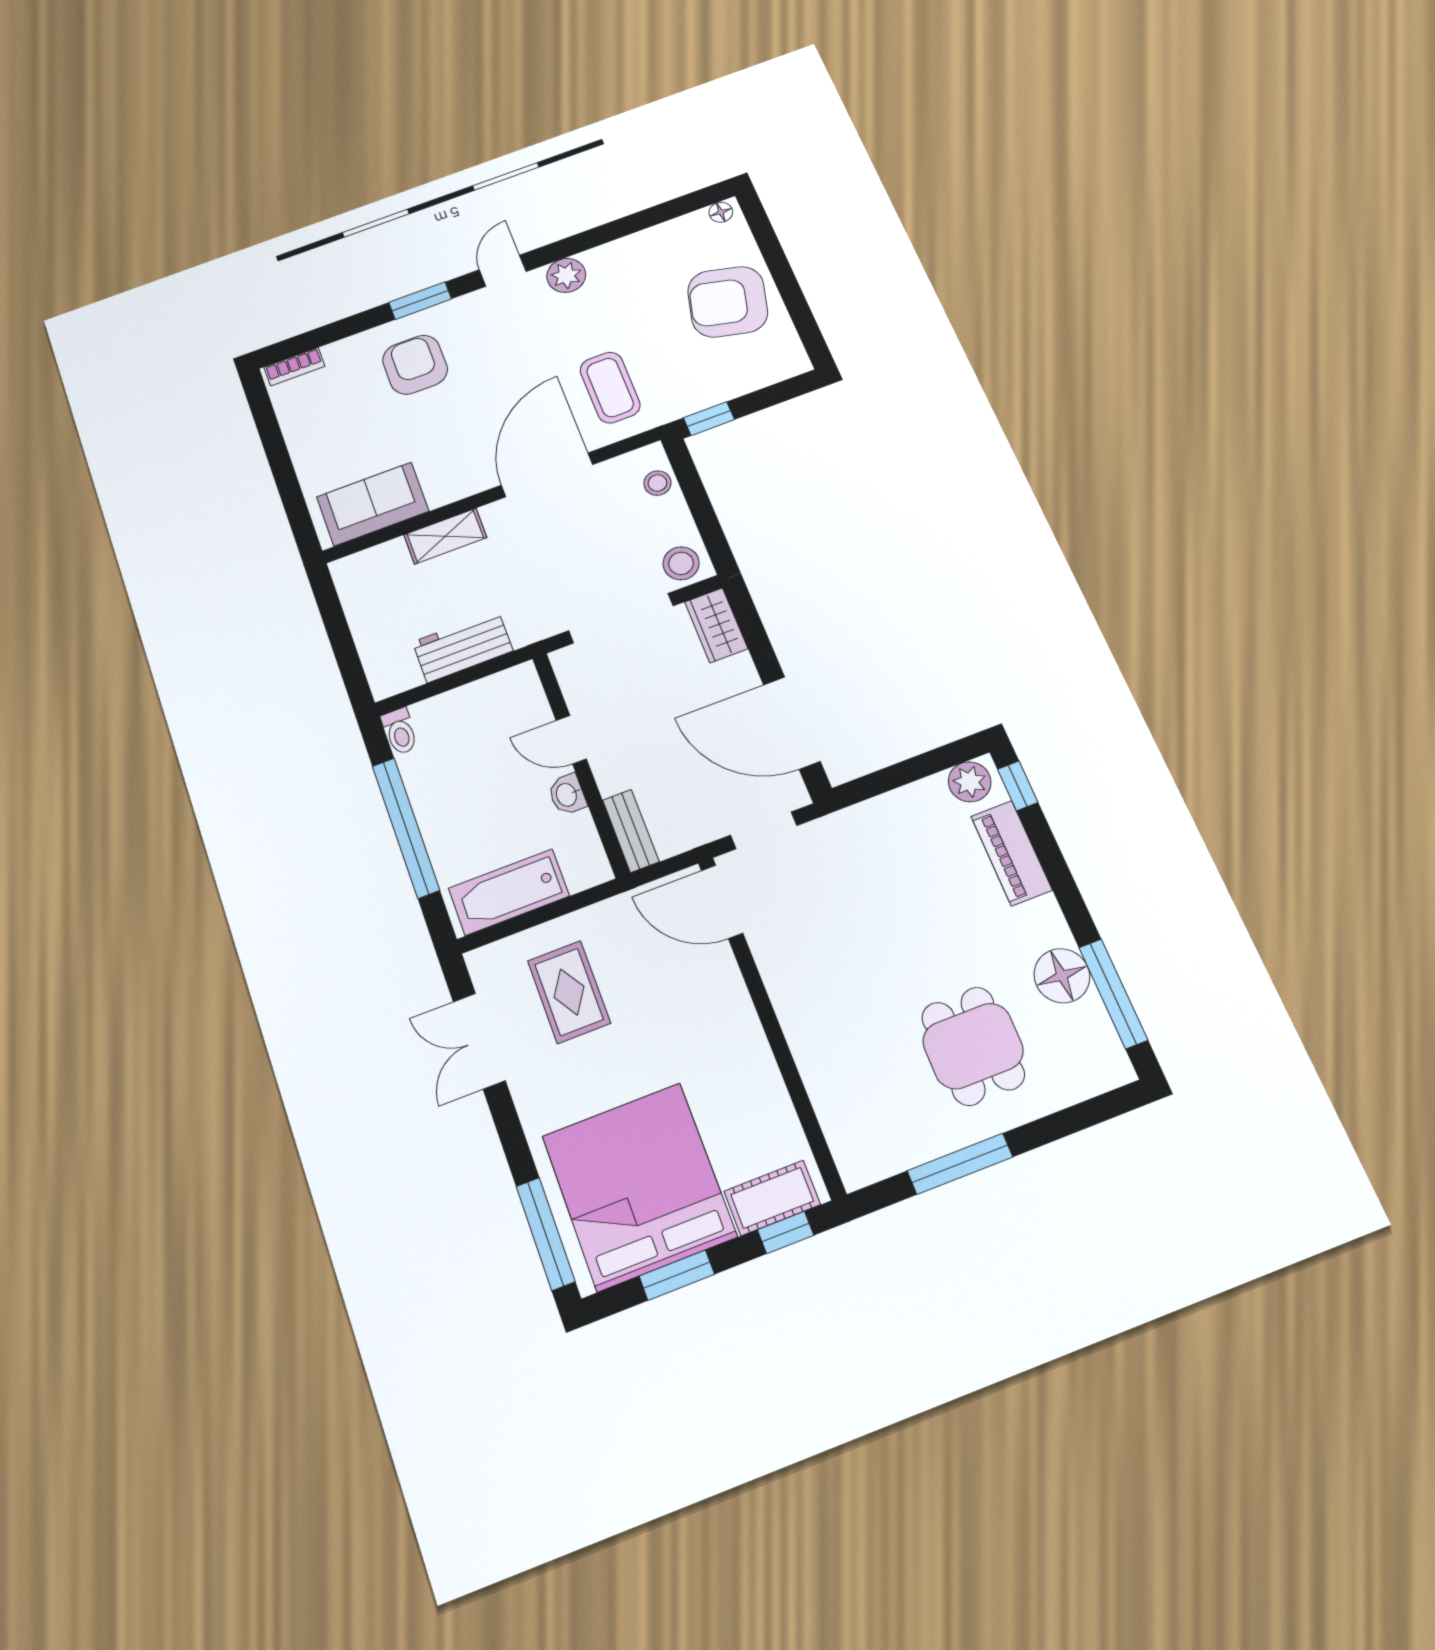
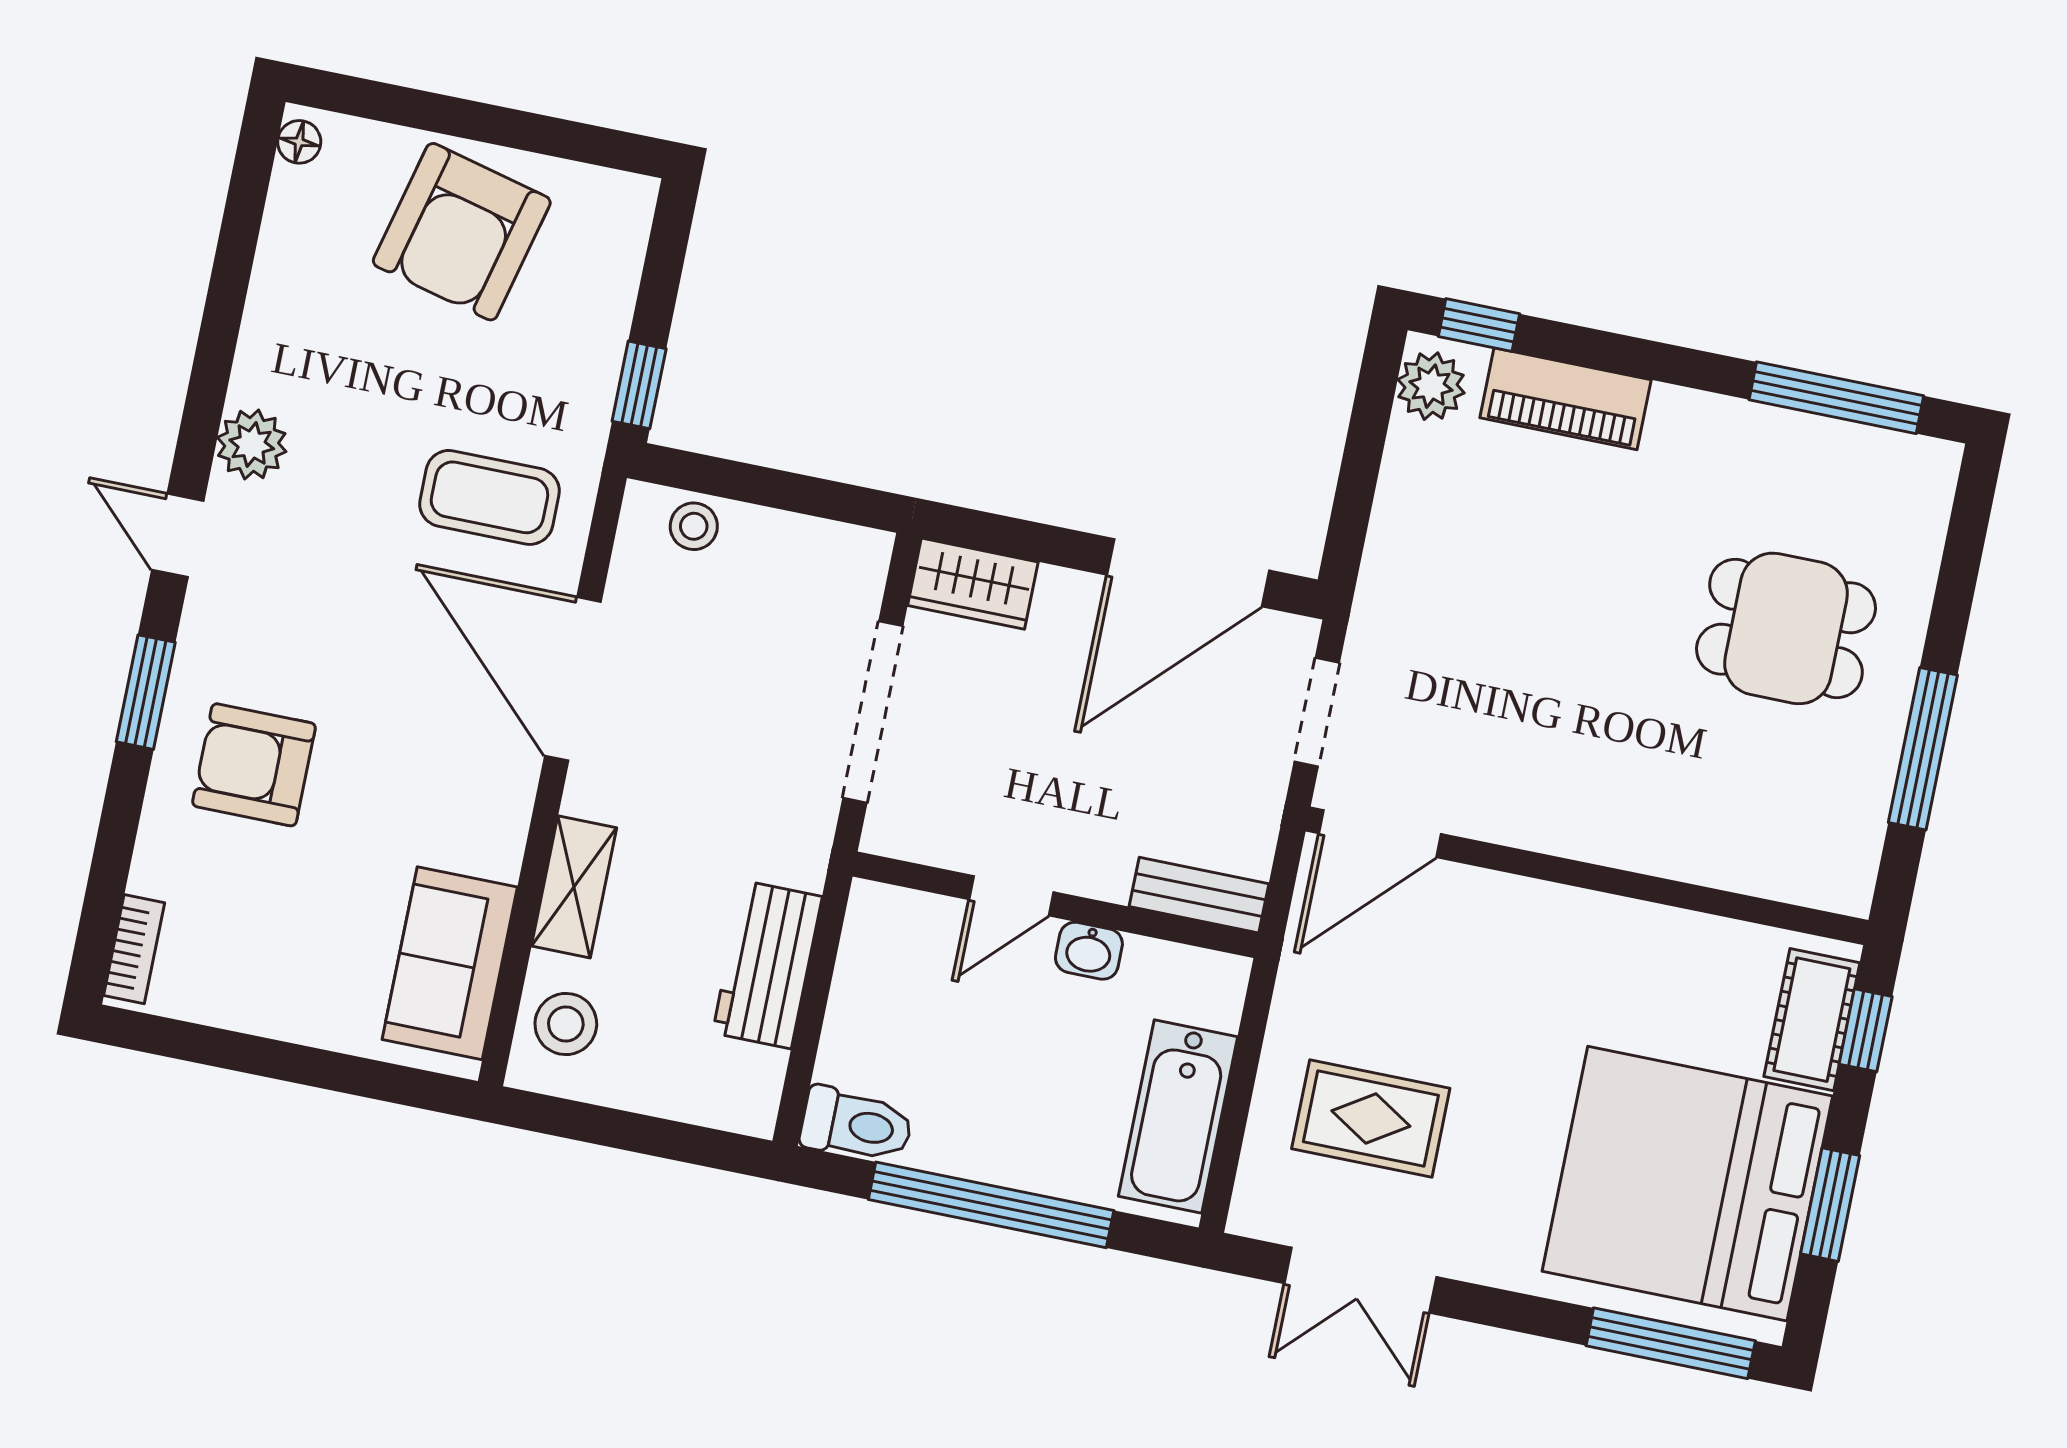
stool: (681, 563) -> (566, 1024), moved
toilet: (400, 731) -> (856, 1125), width x1.37, depth x1.39
floor lamp: (1062, 976) -> (1770, 448), removed

